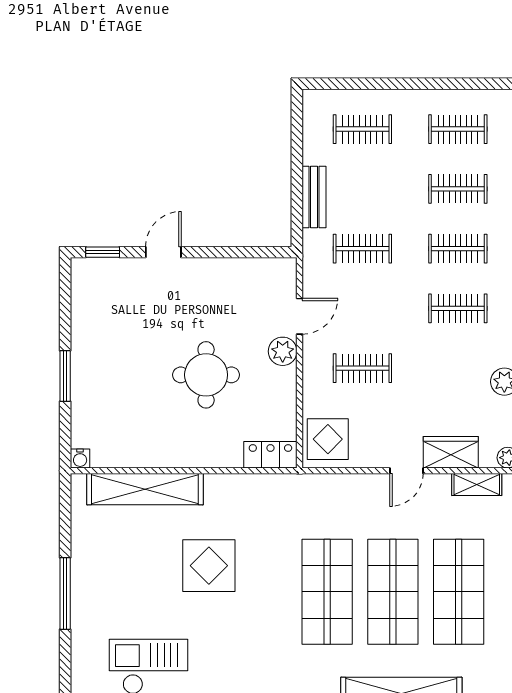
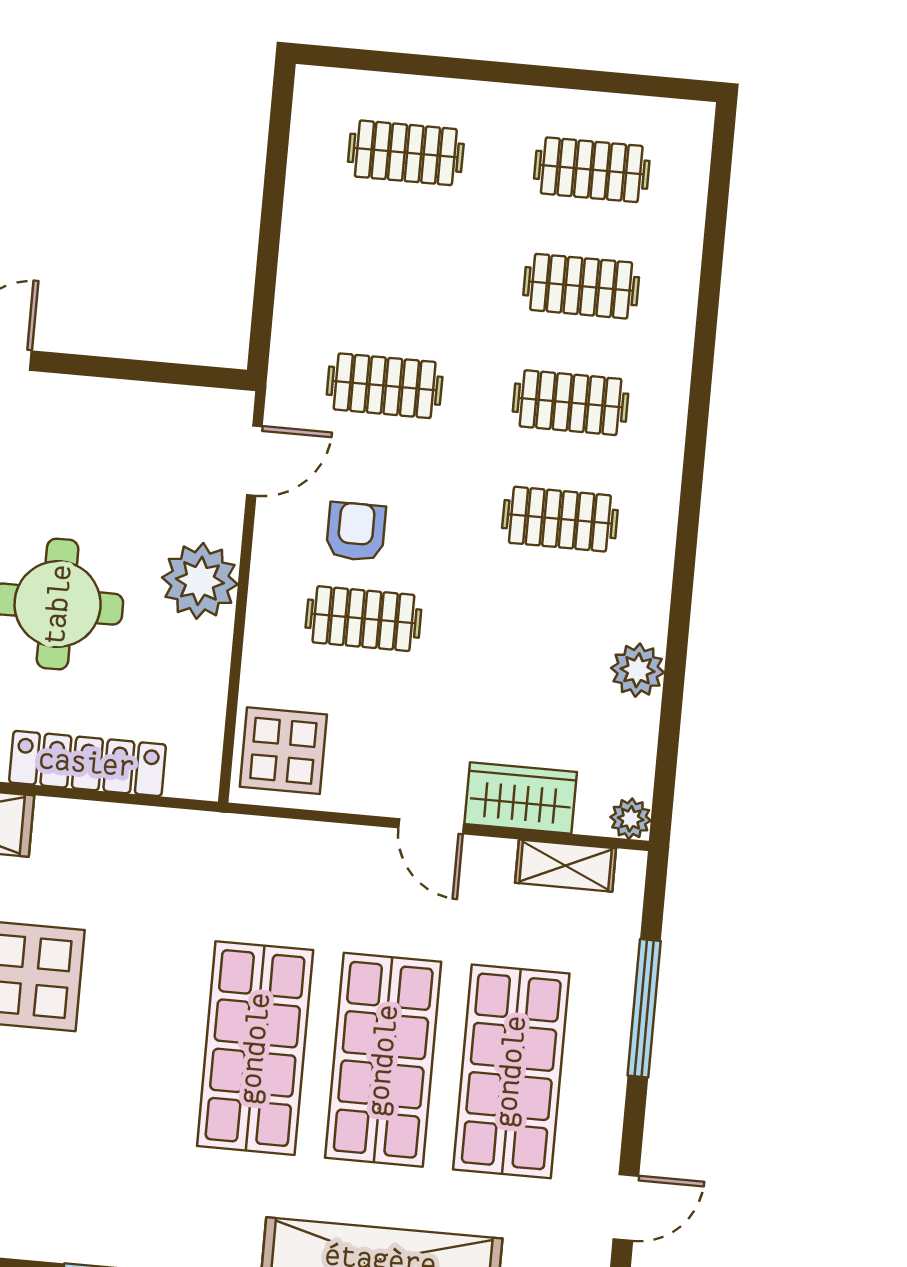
bench: (314, 197) -> (299, 277), removed
door: (300, 316) -> (254, 461), moved
armchair: (355, 324) -> (356, 532), added
plant: (283, 351) -> (200, 581), width x1.36, depth x1.36
locker: (270, 455) -> (87, 763), moved, width x1.53
door: (406, 471) -> (431, 826), hinge flipped

